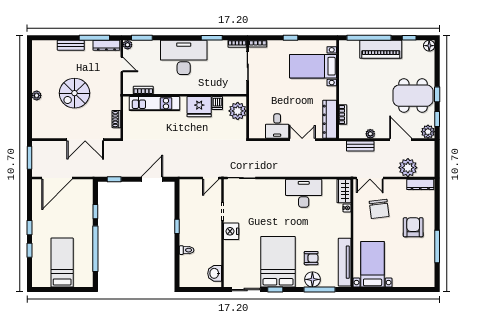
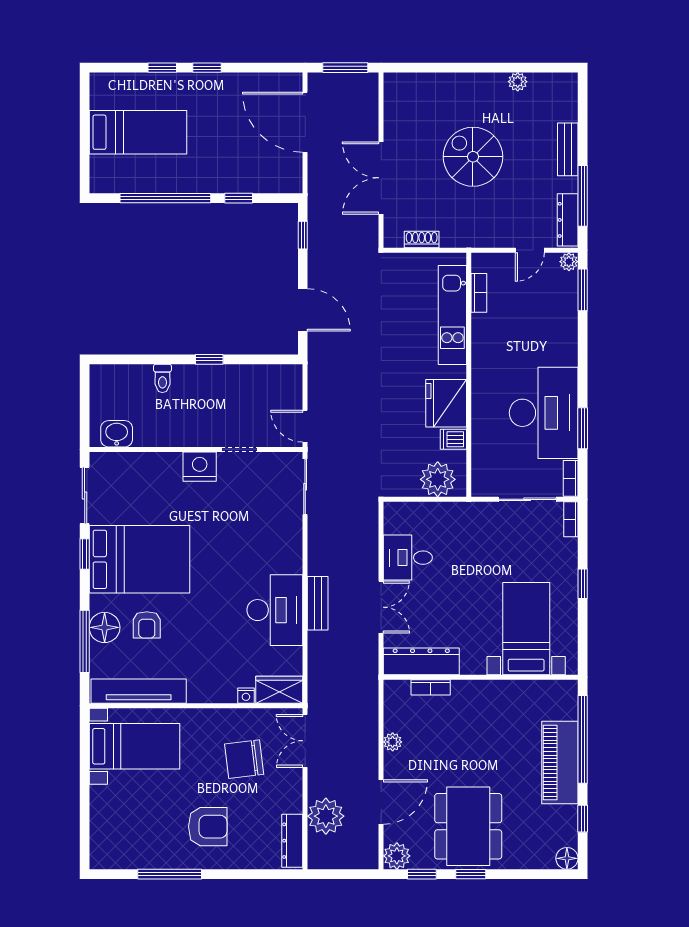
desk: (184, 57) -> (544, 413), moved
plant: (37, 95) -> (518, 82), moved
bench: (360, 146) -> (318, 603), moved

